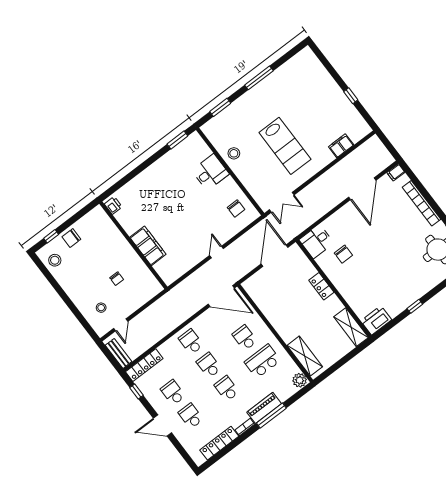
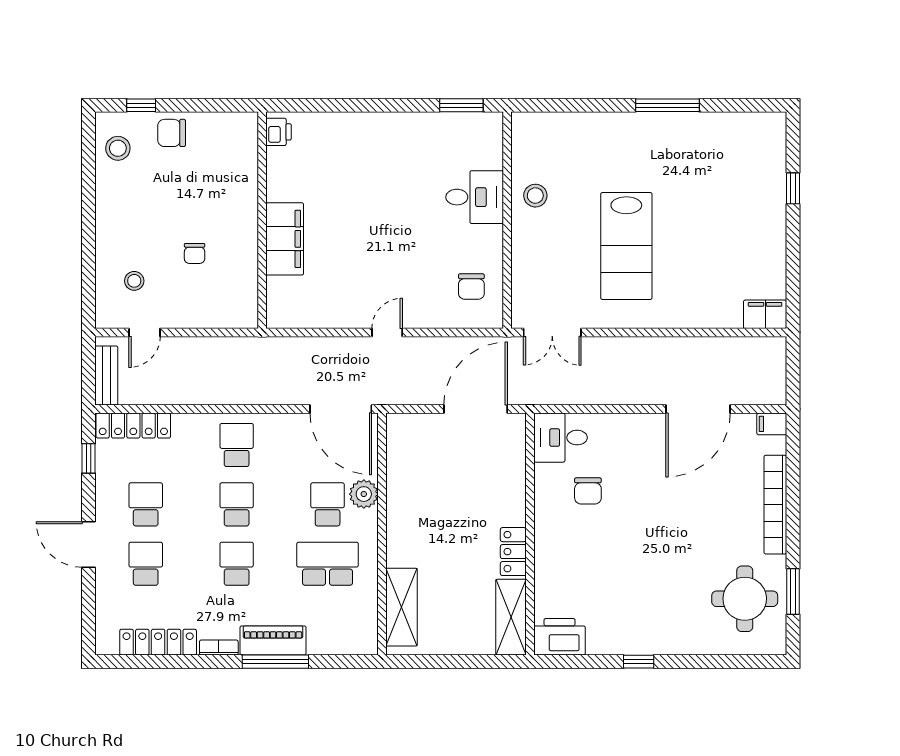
window: (351, 96) -> (793, 188), moved
window: (220, 107) -> (570, 105), removed
filing cabinet: (341, 146) -> (765, 314), moved
locker: (321, 286) -> (513, 552), moved
plant: (300, 380) -> (364, 494), moved

